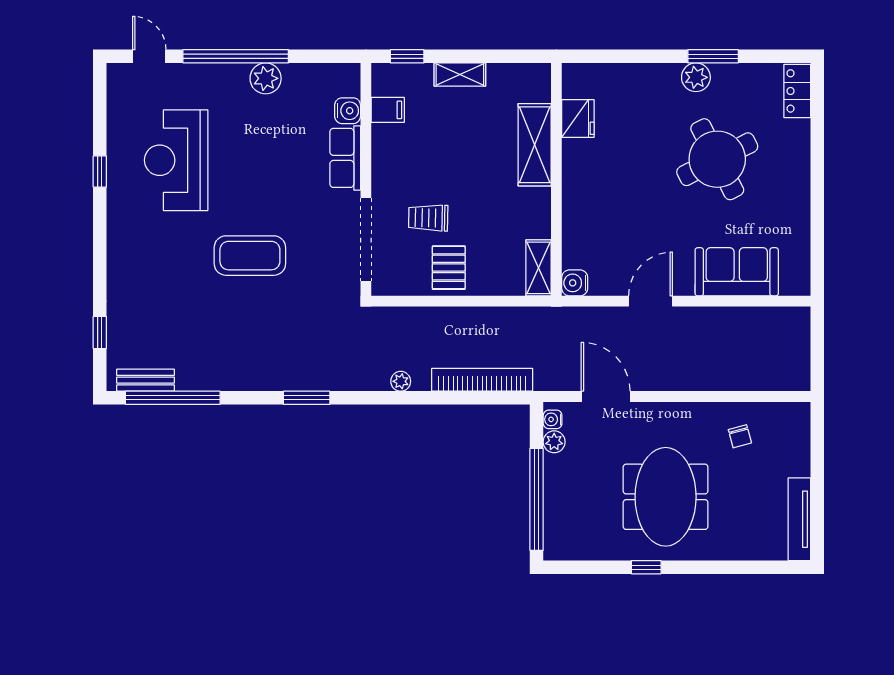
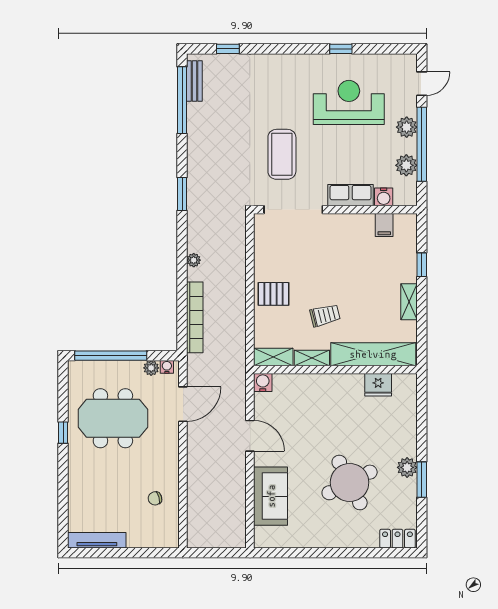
plant: (211, 78) -> (407, 127), added
filing cabinet: (388, 110) -> (384, 225), moved
water cooler: (348, 111) -> (384, 197), moved
shelving: (535, 145) -> (373, 354), width x1.47
row of seats: (345, 158) -> (350, 195), moved
wall: (366, 179) -> (335, 210), moved
shelving: (540, 213) -> (312, 358), added
trolley: (428, 218) -> (325, 315), moved, turned 75
doorway: (366, 239) -> (293, 210), moved
meeting table: (666, 497) -> (113, 418), moved

